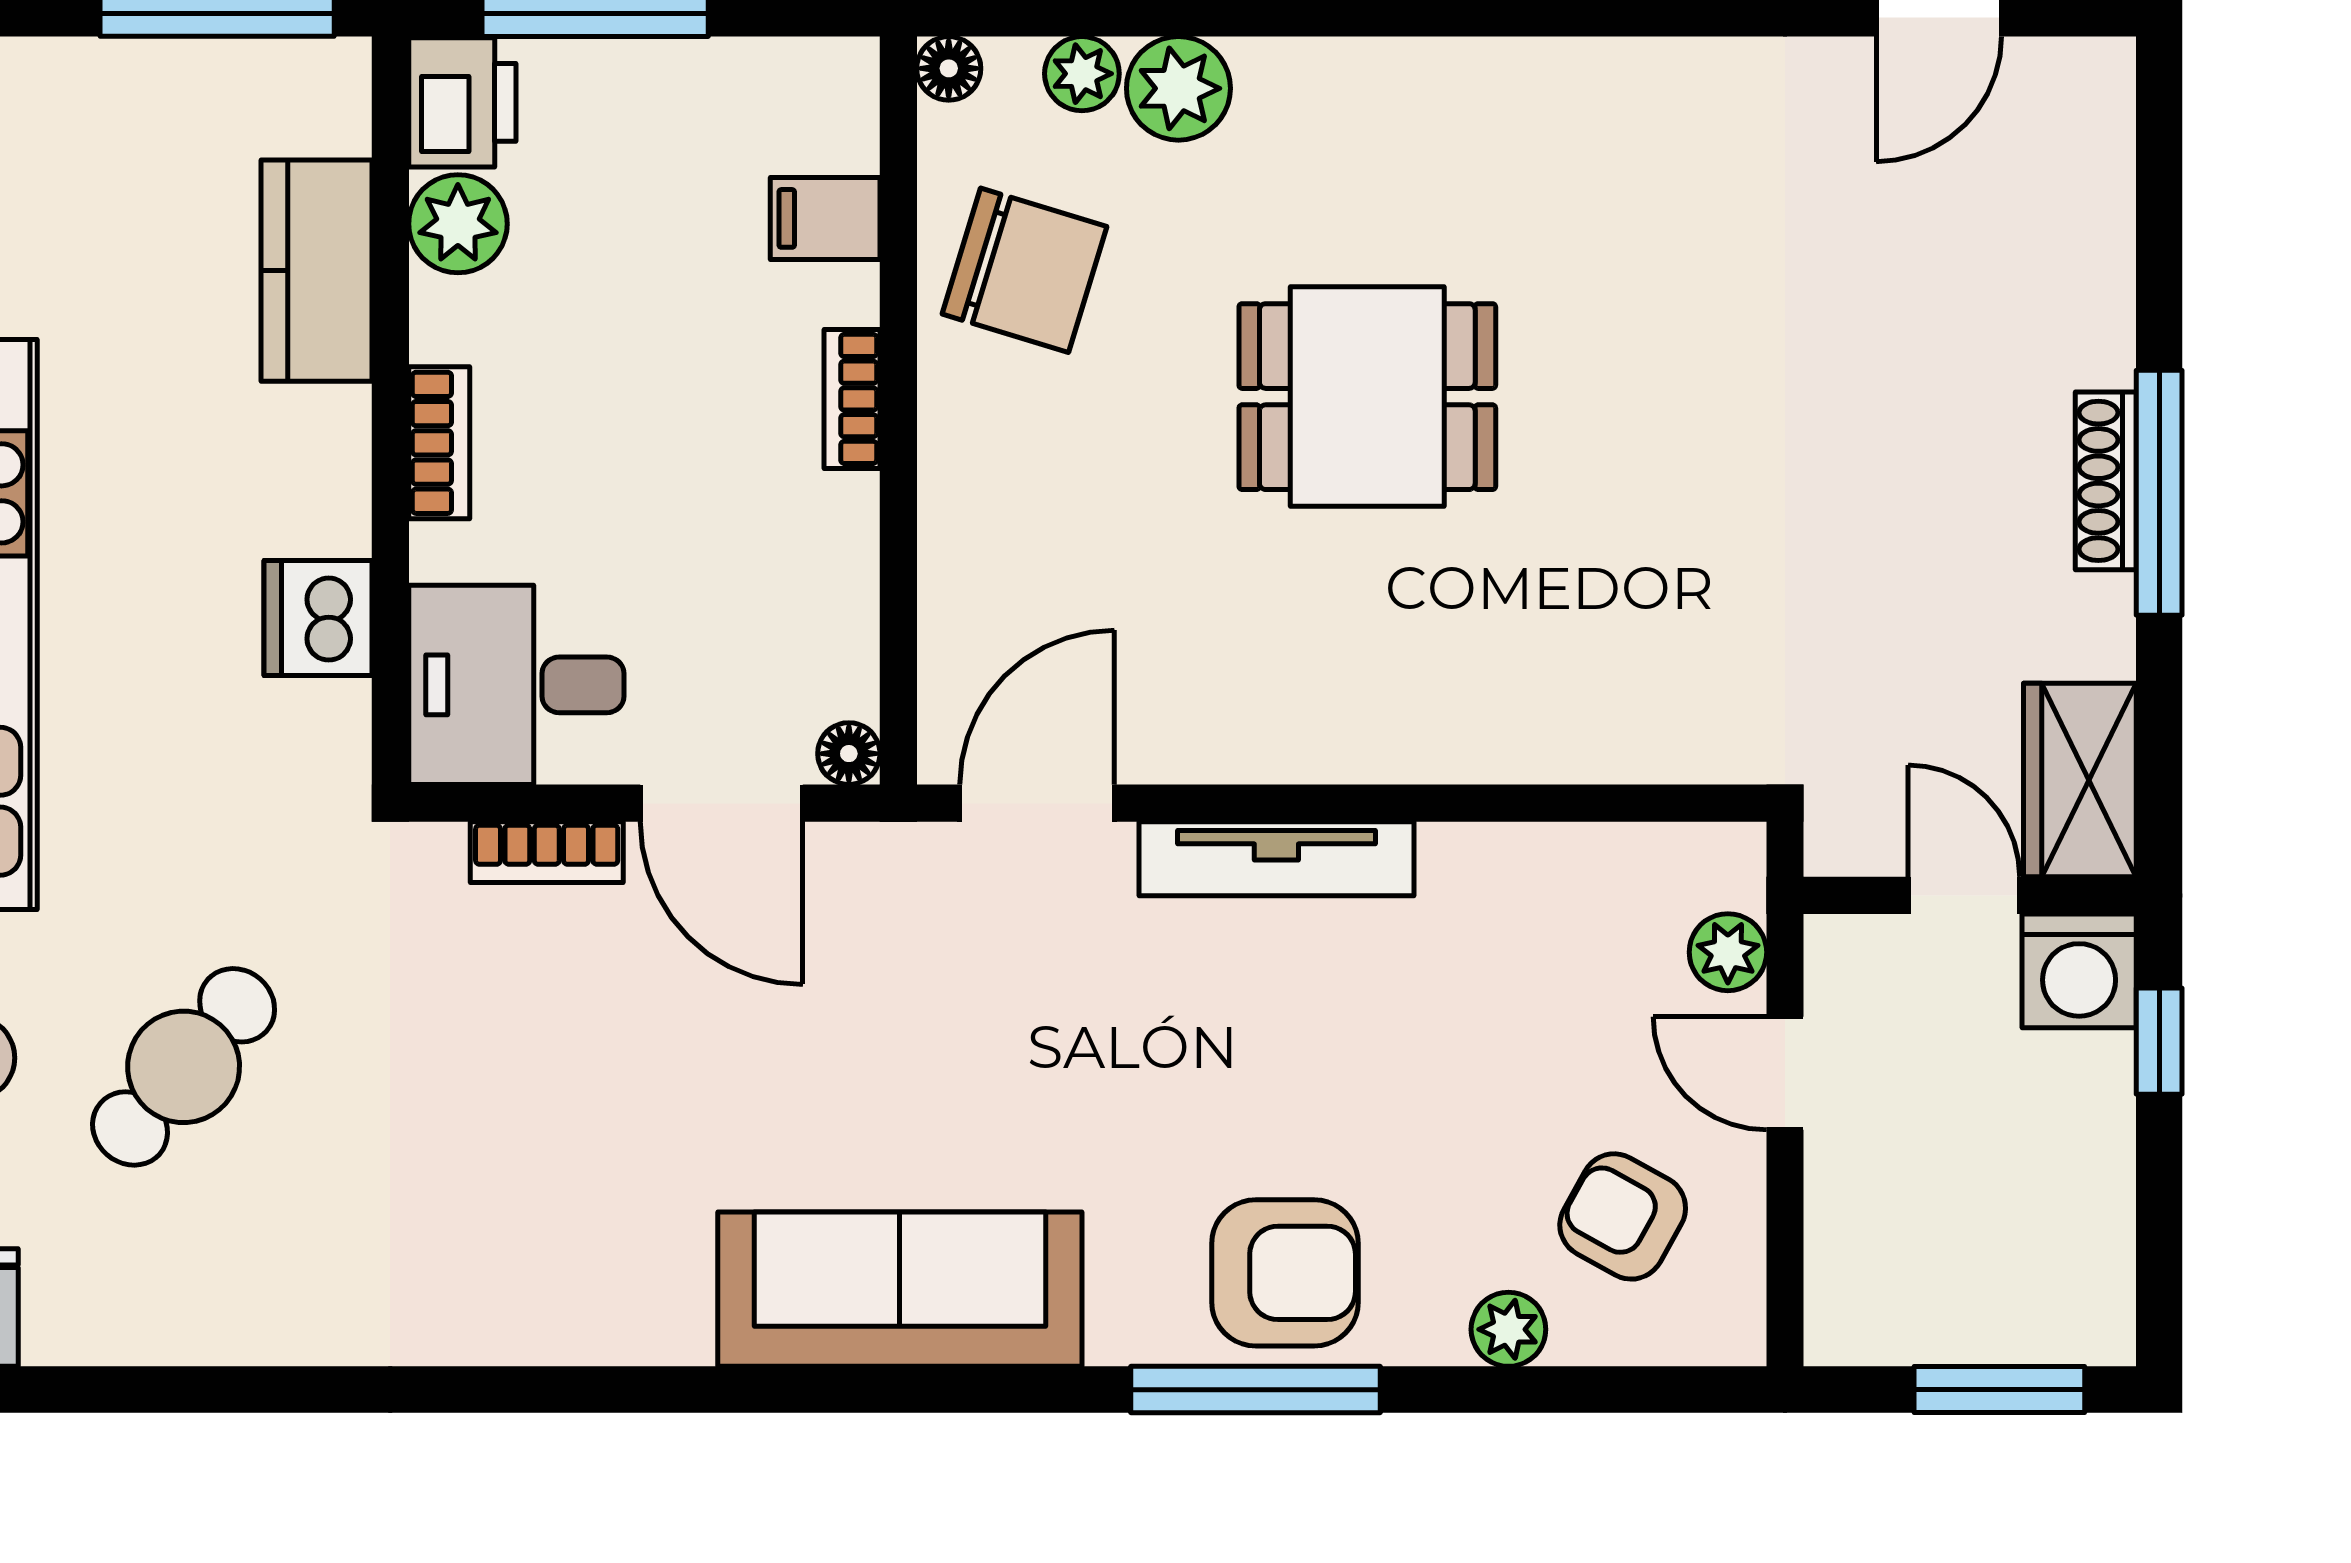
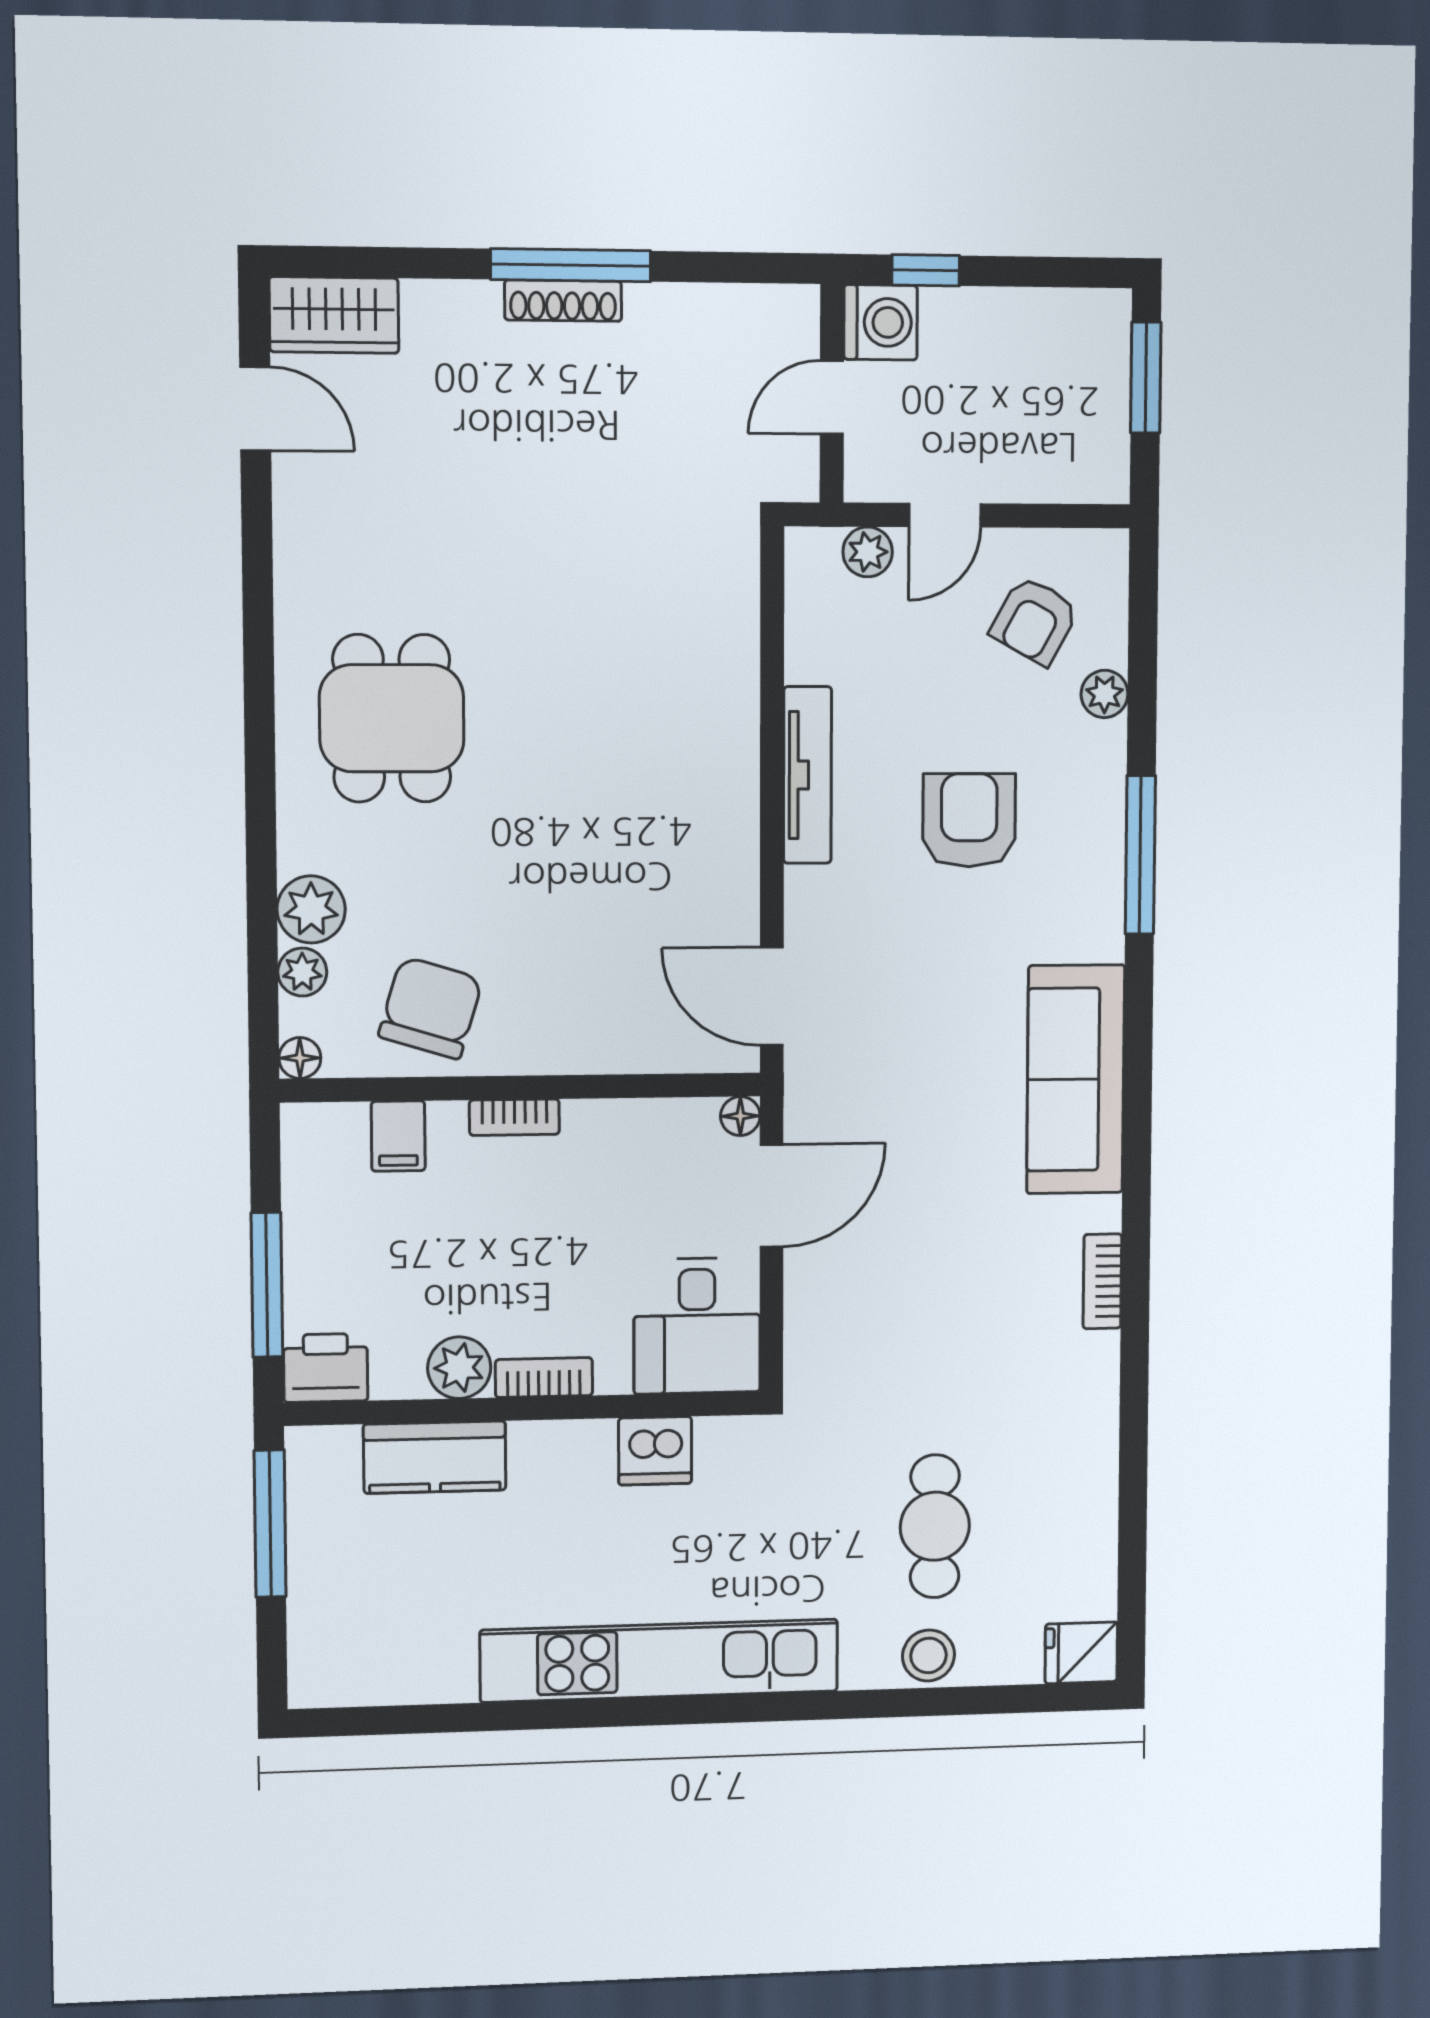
plant: (458, 224) -> (459, 1368), moved
dining table: (1367, 397) -> (392, 718), moved
wardrobe: (2080, 780) -> (334, 315), moved
bookcase: (547, 852) -> (1102, 1281), moved, turned 180
tv unit: (1276, 859) -> (807, 775), moved
cafe table: (184, 1067) -> (935, 1526), turned 49
armchair: (1285, 1273) -> (969, 820), moved

